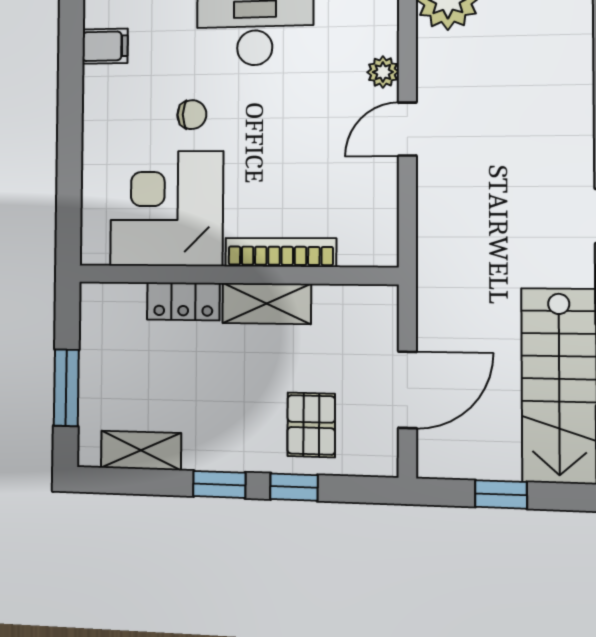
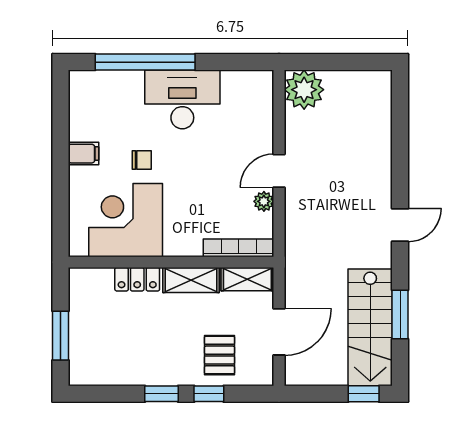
filing cabinet: (105, 46) -> (84, 154), moved
plant: (383, 72) -> (264, 201), moved
bookcase: (281, 252) -> (239, 248), moved
shelving: (141, 450) -> (247, 279), moved
window: (501, 494) -> (364, 394), moved

